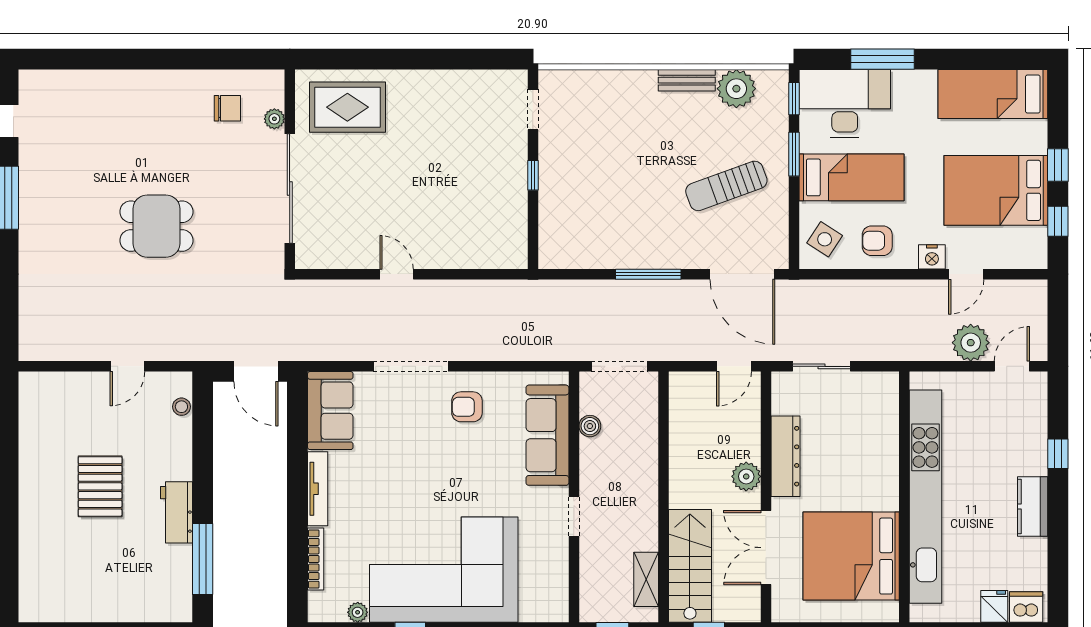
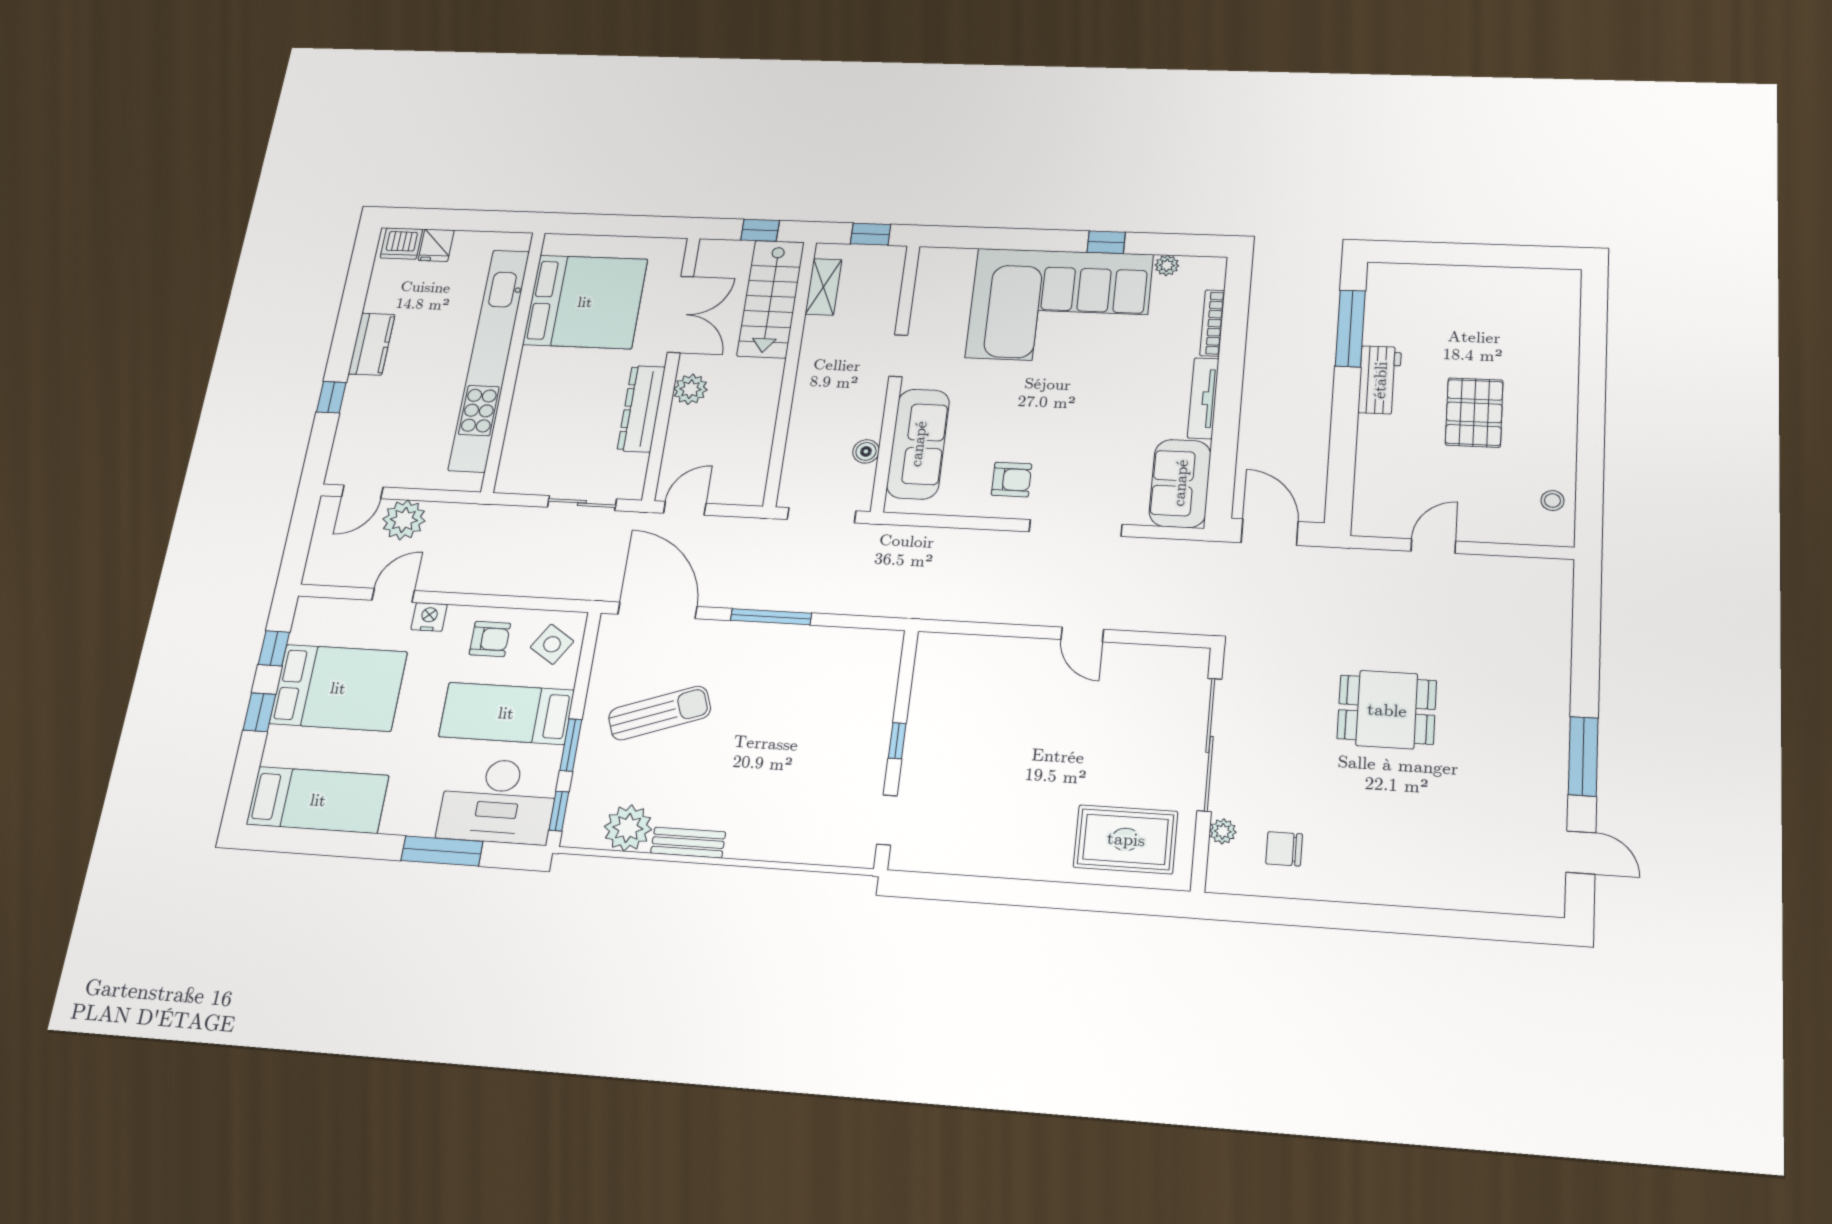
stool: (181, 407) -> (1553, 501), moved

